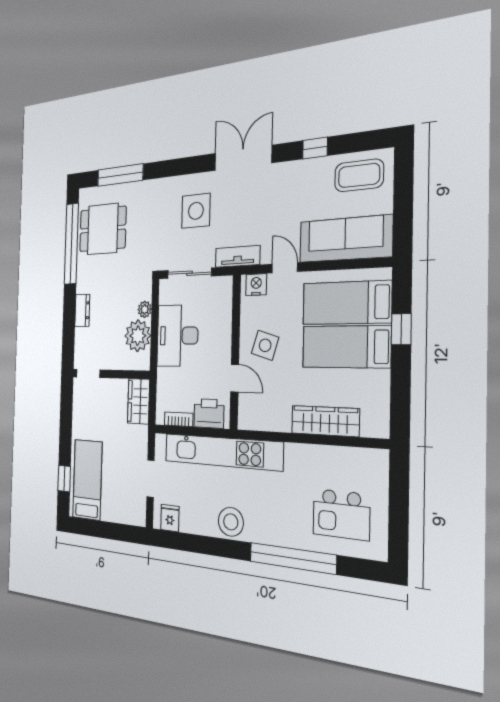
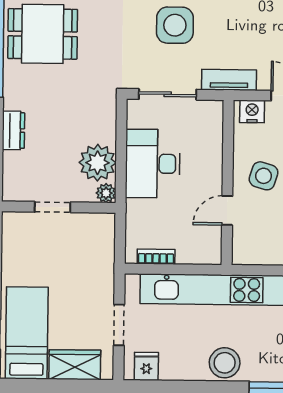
plant: (145, 309) -> (106, 193), moved
doorway: (88, 374) -> (53, 207), moved
door: (235, 378) -> (227, 210), swing flipped
wardrobe: (139, 401) -> (75, 365), moved, turned 90
printer: (209, 413) -> (195, 249), removed

